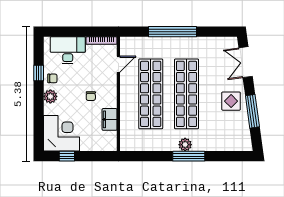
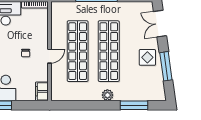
door: (118, 64) -> (50, 56), moved
filing cabinet: (110, 119) -> (42, 91), moved
window: (189, 156) -> (134, 105), moved

